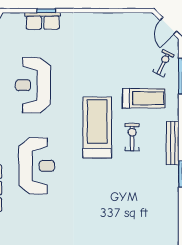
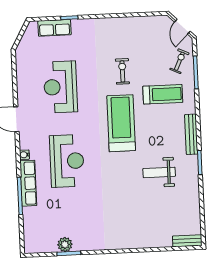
row of seats: (43, 21) -> (54, 28), moved
exercise bike: (132, 137) -> (122, 71), moved
weight bench: (136, 183) -> (159, 172), added

